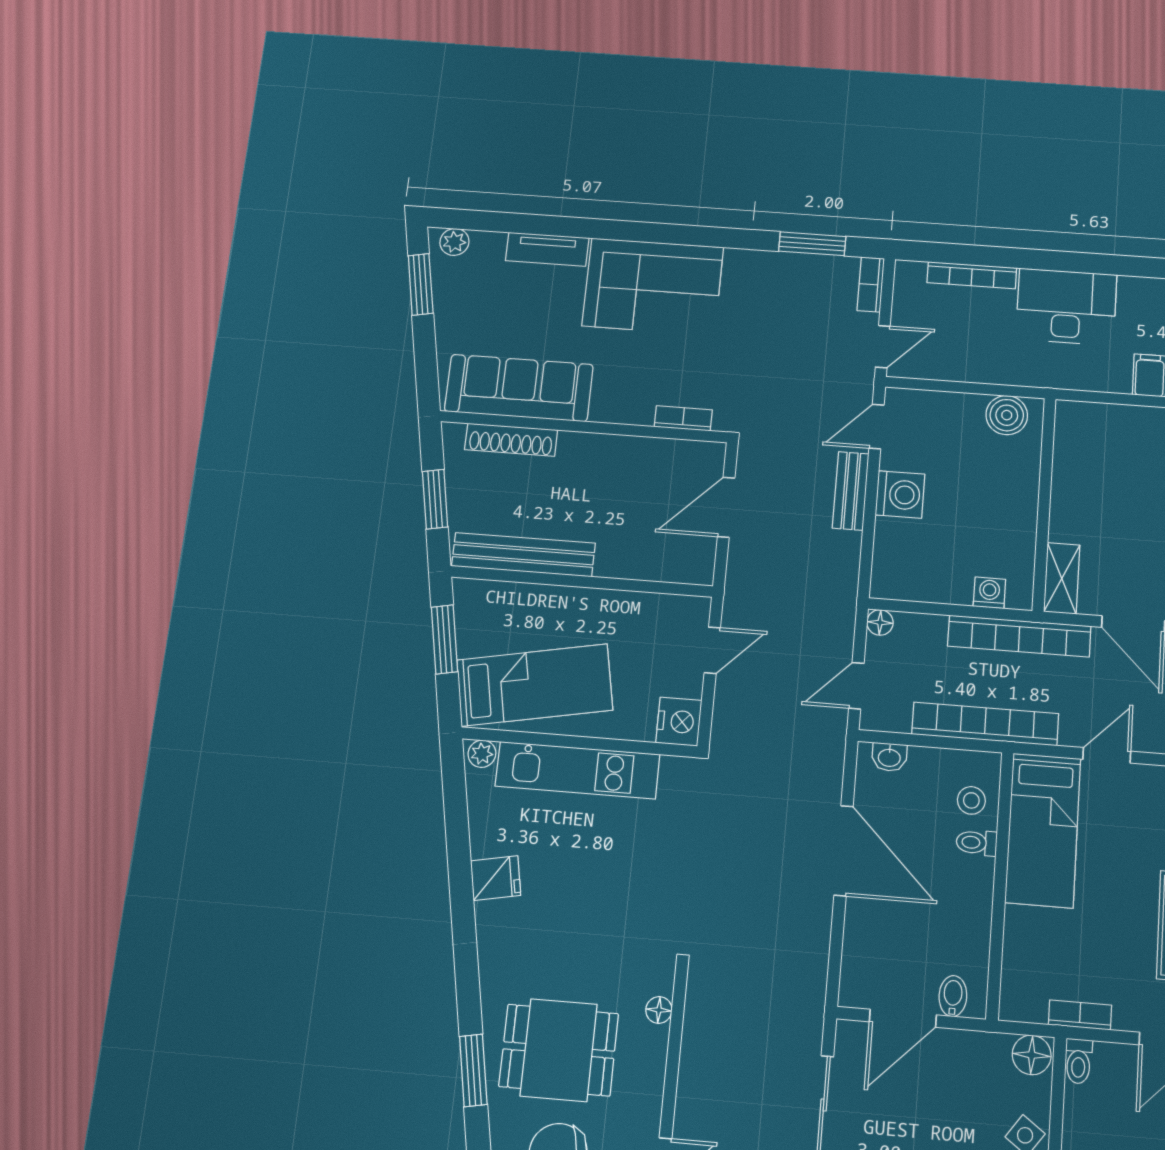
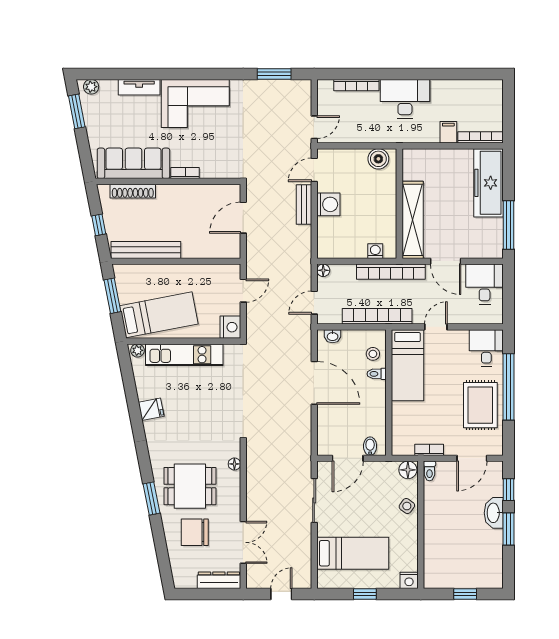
bookcase: (871, 284) -> (306, 94), removed
bookcase: (683, 418) -> (185, 173), moved
window: (435, 499) -> (99, 225), width x0.67
shelving: (1062, 578) -> (413, 220), width x2.20, depth x1.33

